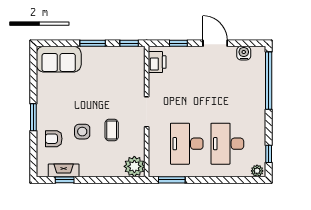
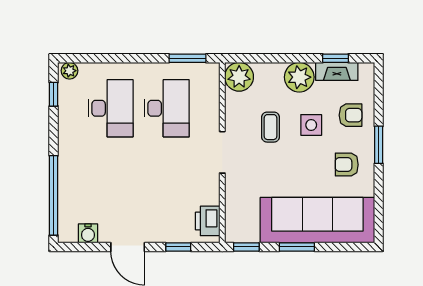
sofa: (59, 59) -> (317, 220), width x1.85, depth x1.27
armchair: (56, 103) -> (347, 165), added
plant: (91, 166) -> (299, 77), added

